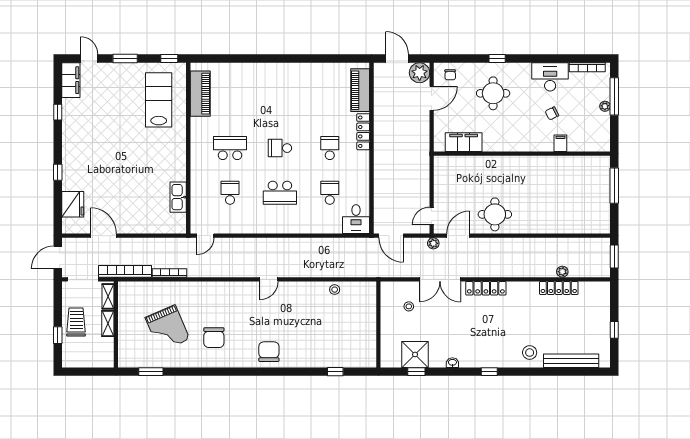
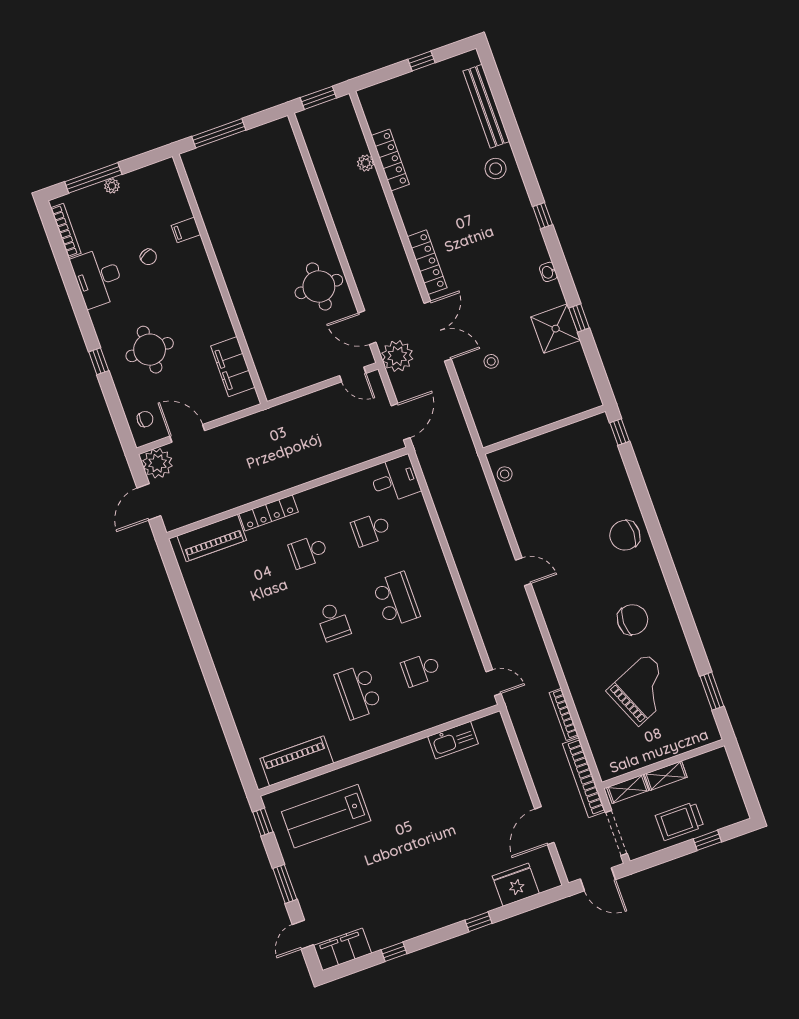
plant: (433, 243) -> (397, 356), width x1.87, depth x1.87
wall: (378, 324) -> (544, 430), moved

